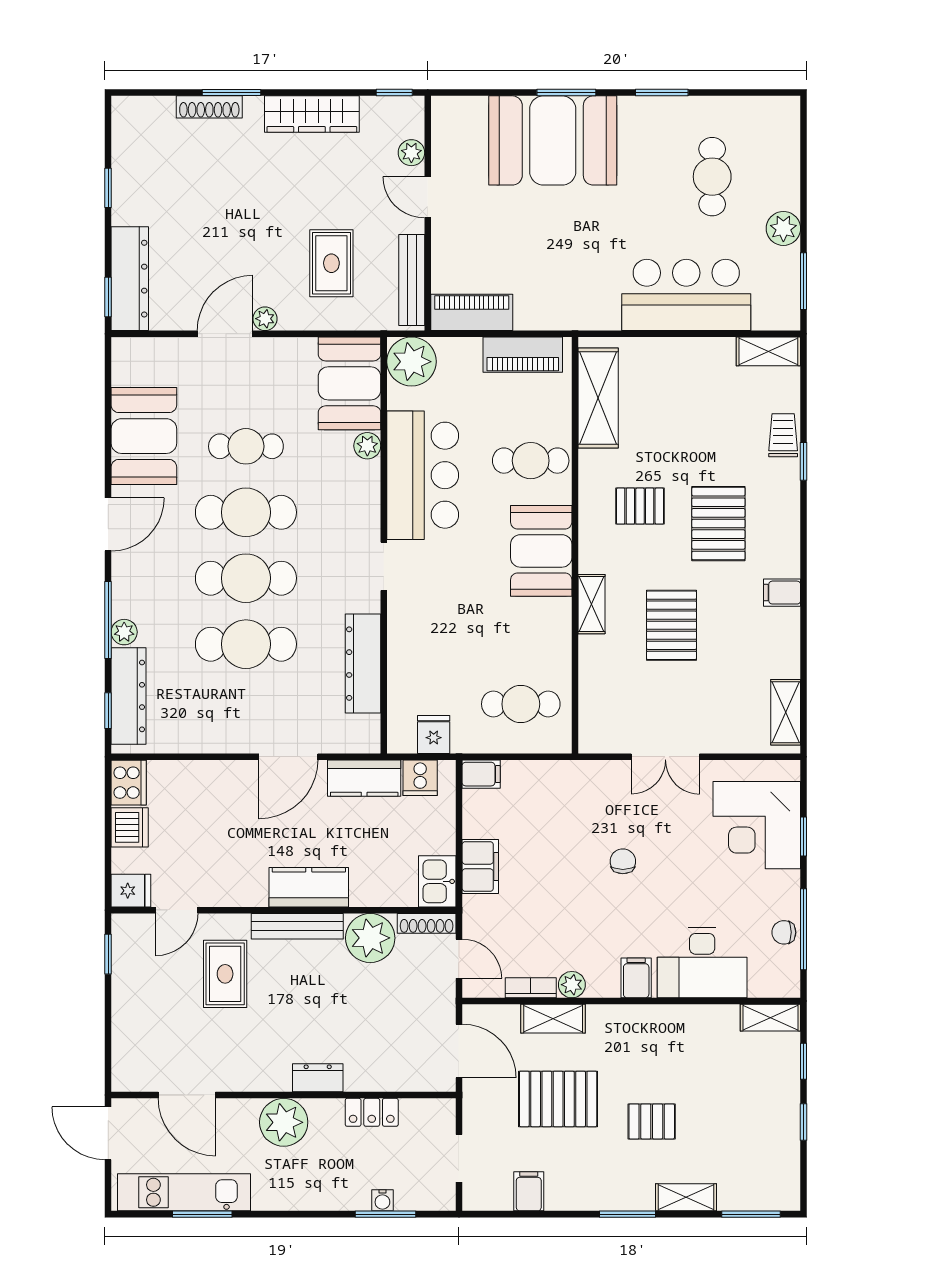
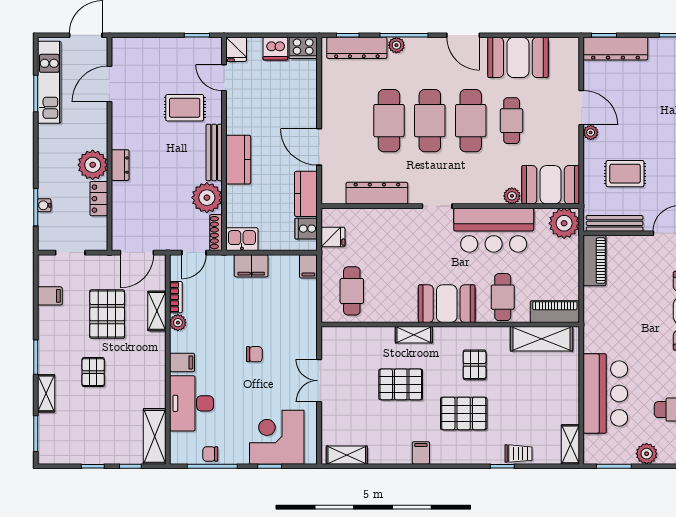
piano: (523, 355) -> (555, 312), moved, turned 90
chair: (784, 932) -> (210, 454), turned -90
shelving: (770, 1018) -> (155, 436), width x1.50, depth x1.33
plant: (284, 1122) -> (93, 165), moved

